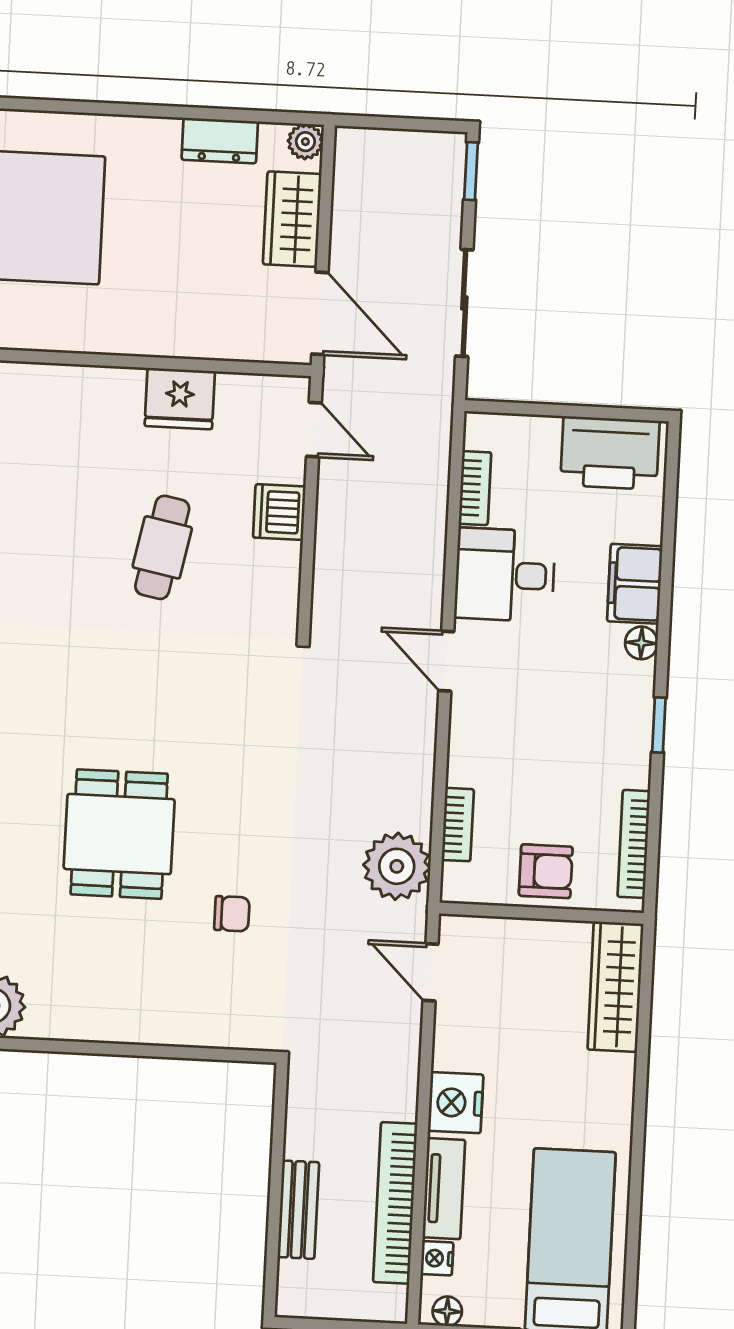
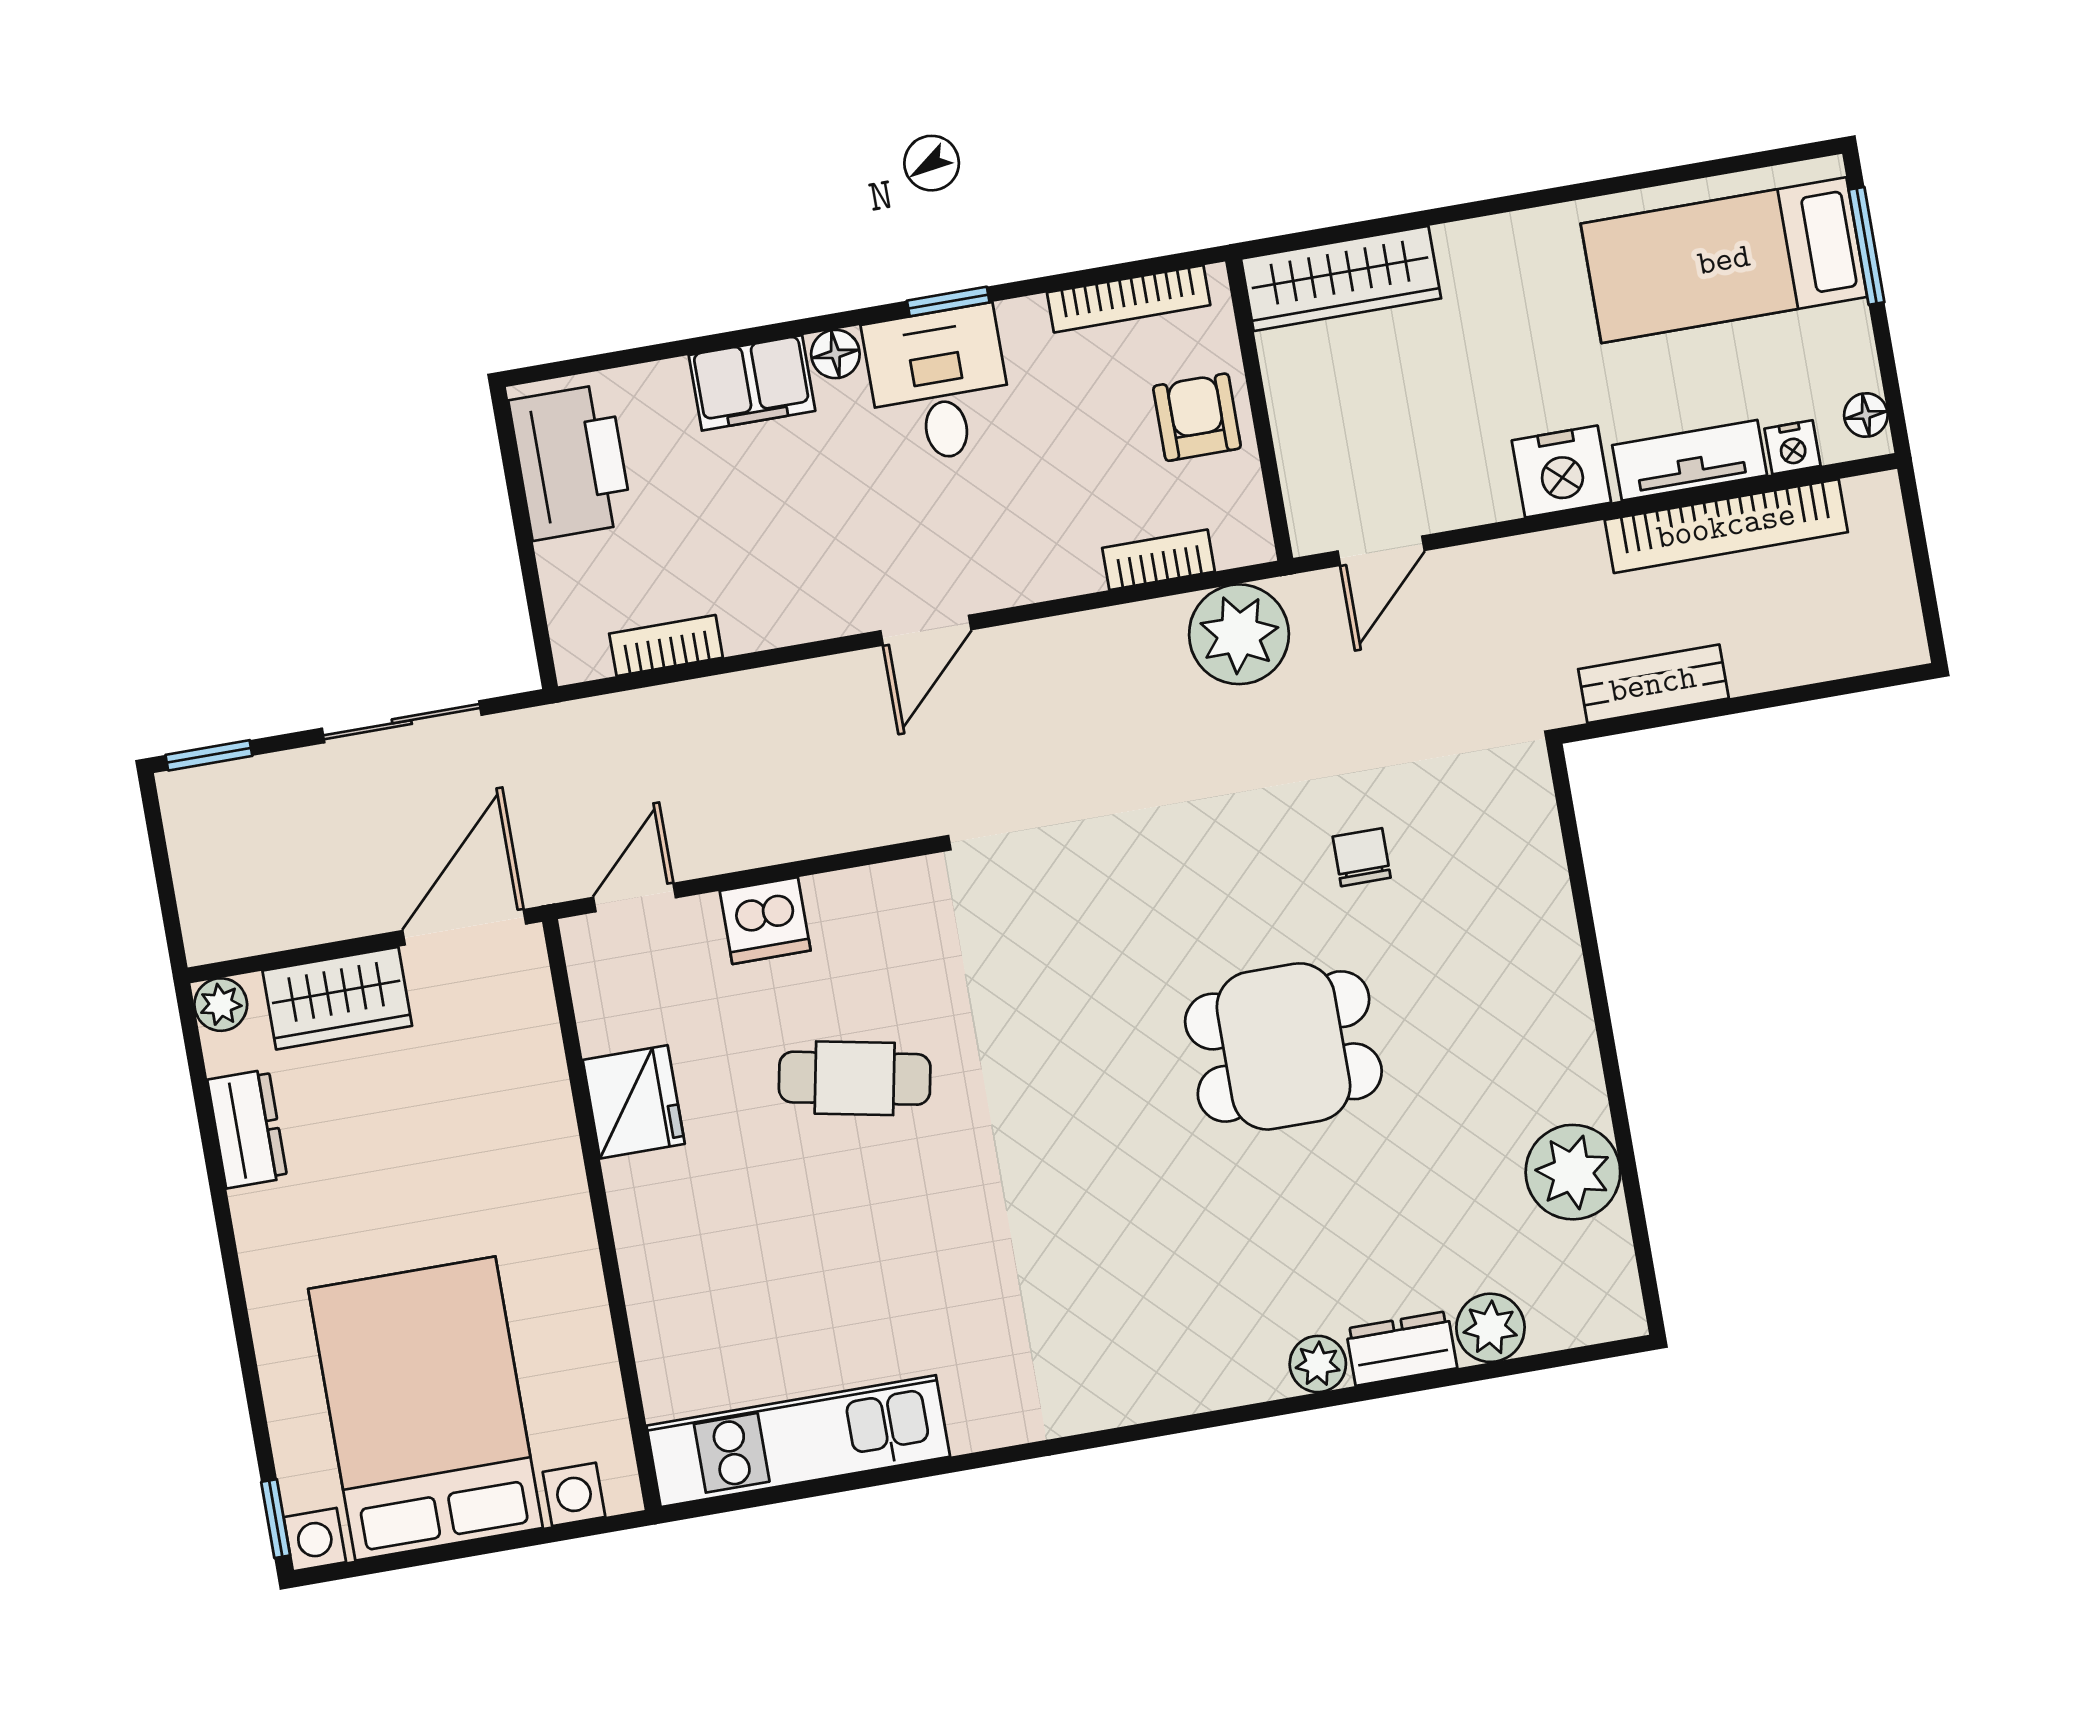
desk: (505, 575) -> (939, 385), moved, turned 180
bench: (298, 1210) -> (1653, 684), moved

